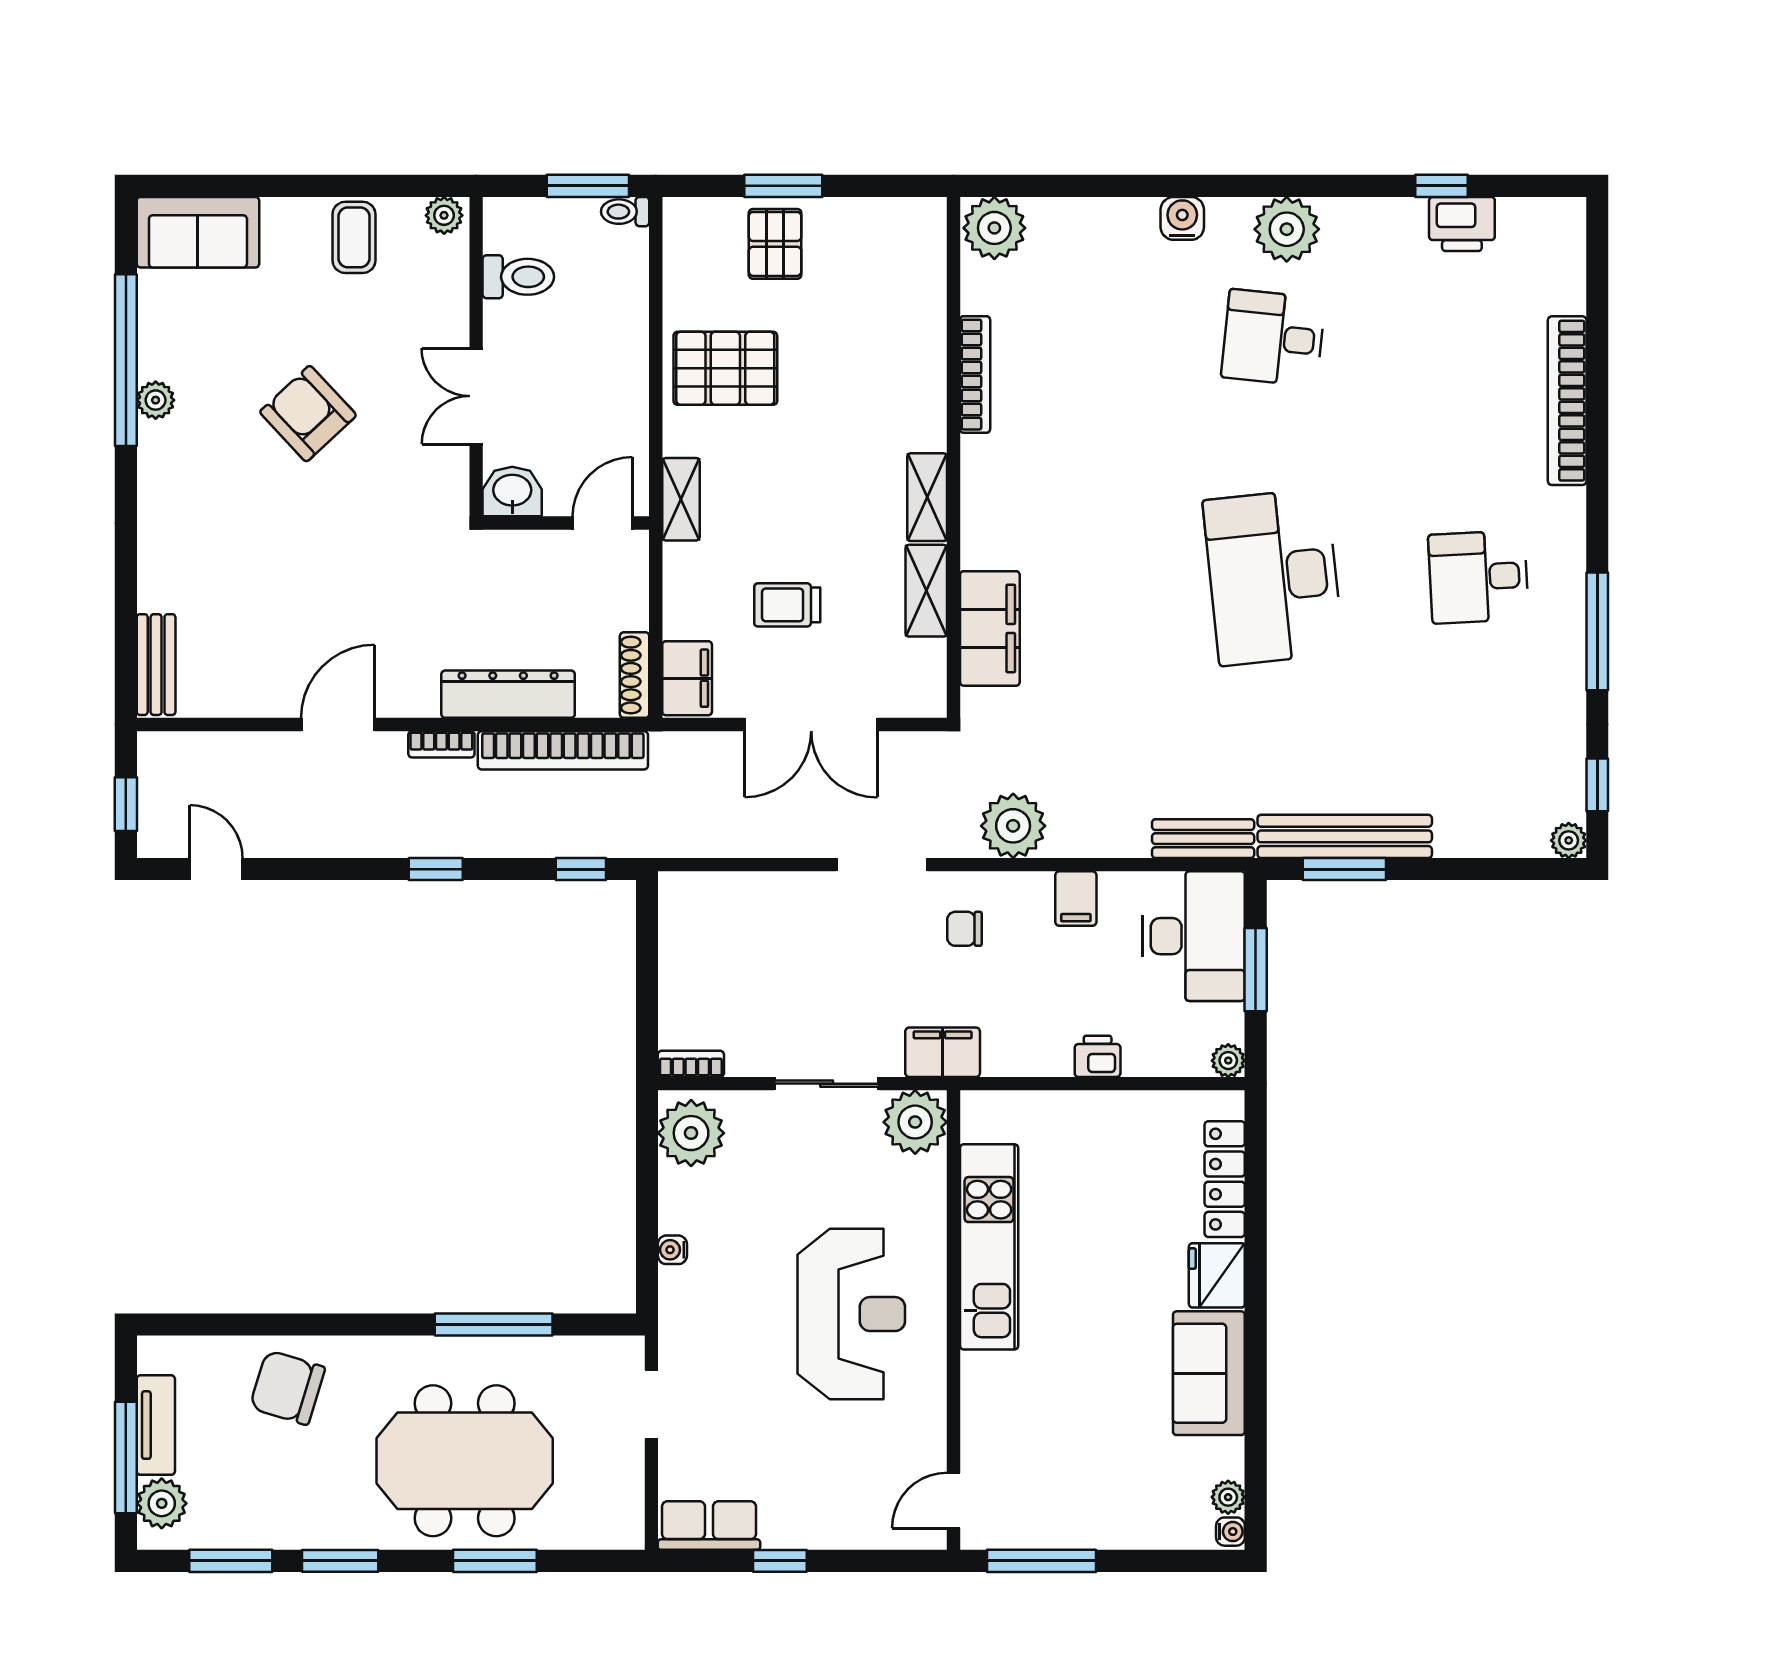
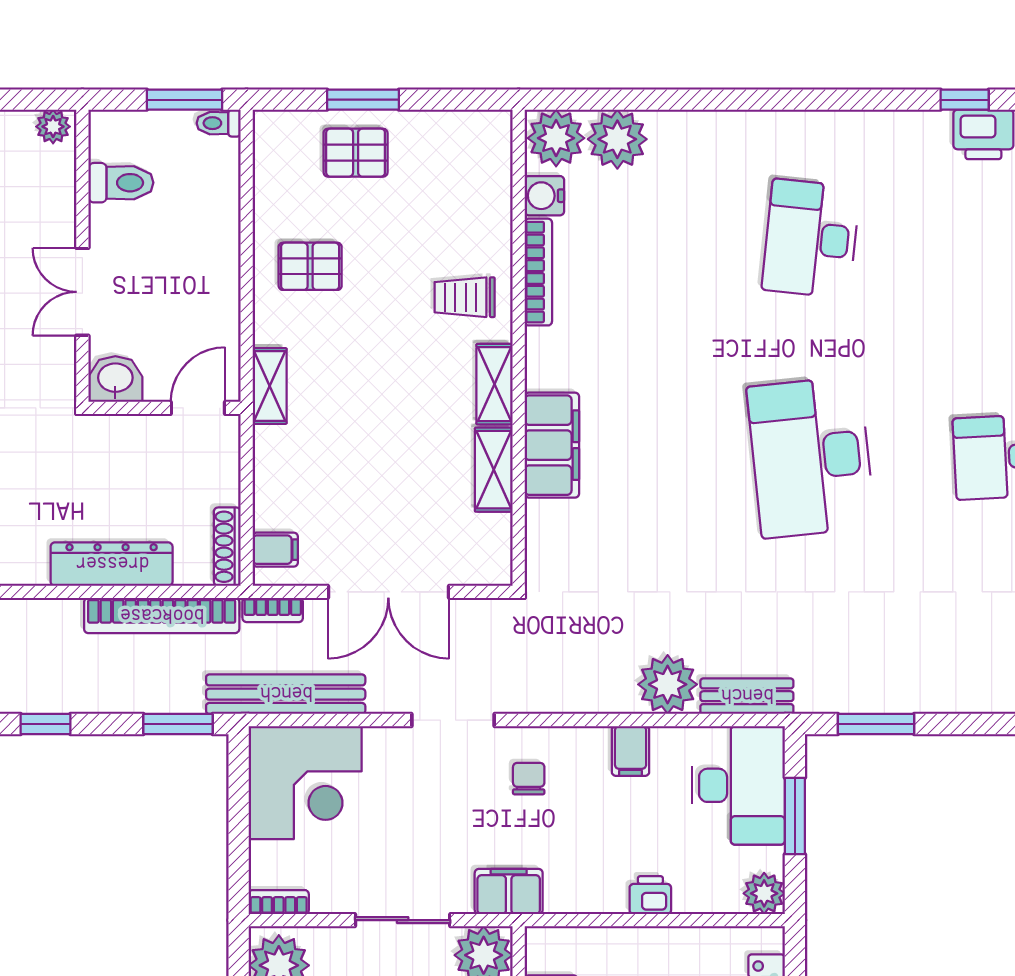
water cooler: (1182, 218) -> (544, 196), moved, turned -90
plant: (1287, 229) -> (617, 139), moved
pallet: (775, 244) -> (356, 153), turned 90
desk: (1273, 338) -> (811, 238), width x1.37
pallet: (725, 368) -> (310, 266), width x0.67, depth x0.71
trolley: (787, 605) -> (465, 297), moved
filing cabinet: (990, 628) -> (552, 445), moved
filing cabinet: (687, 678) -> (275, 550), width x0.50
bookcase: (441, 744) -> (273, 610), moved
plant: (1013, 826) -> (668, 684), moved
bench: (1345, 836) -> (286, 694), moved
window: (581, 869) -> (178, 724), width x1.50
chair: (964, 929) -> (529, 779), turned 90
corner desk: (720, 933) -> (305, 783), added
plant: (1228, 1061) -> (764, 893), width x1.38, depth x1.38

